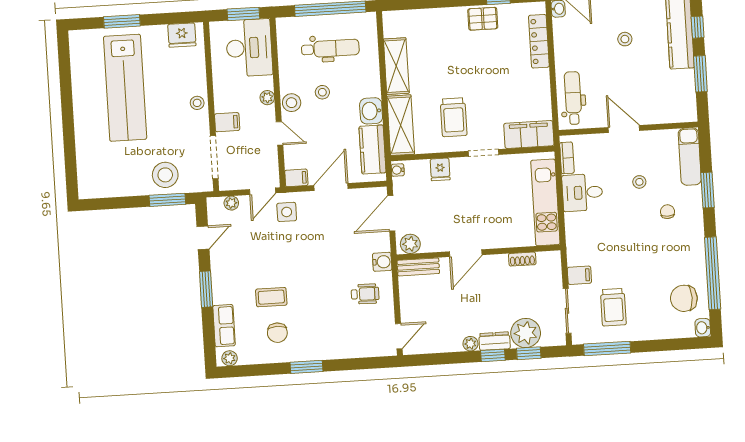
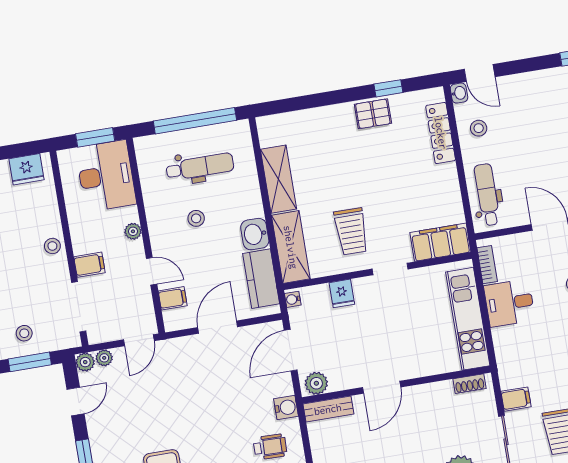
stool: (625, 39) -> (479, 128), moved
stool: (292, 103) -> (162, 234), removed
stool: (165, 175) -> (24, 333), width x0.53, depth x0.53
filing cabinet: (296, 178) -> (173, 298), moved
plant: (215, 205) -> (85, 362), added
side table: (287, 212) -> (169, 361), removed
shoe rack: (522, 259) -> (469, 384), moved

